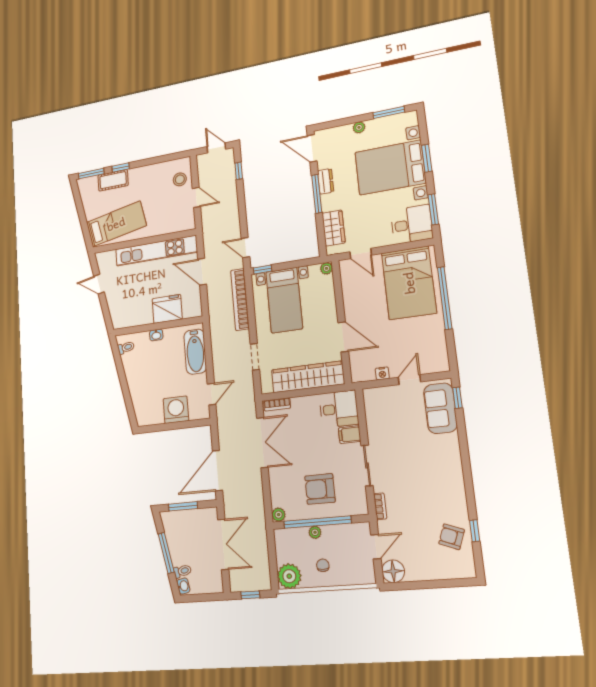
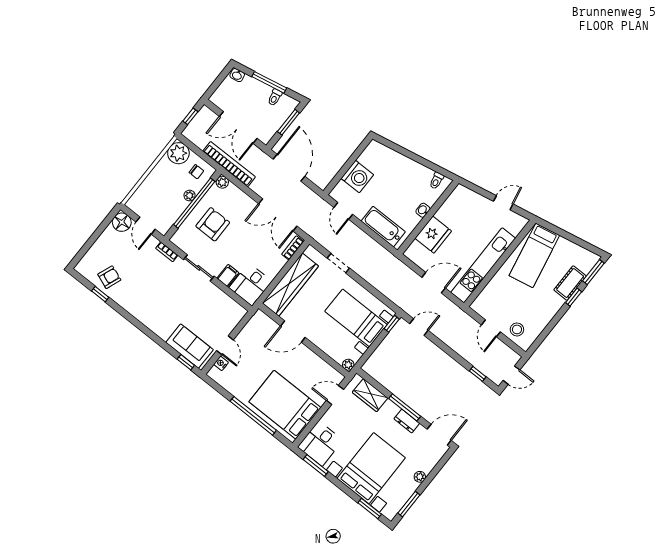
window: (427, 158) -> (370, 508), moved
door: (196, 197) -> (491, 328), hinge flipped
bookcase: (240, 299) -> (229, 164), moved
nightstand: (382, 373) -> (221, 363), moved
chair: (323, 565) -> (196, 172), moved
toilet: (182, 571) -> (275, 97), moved

